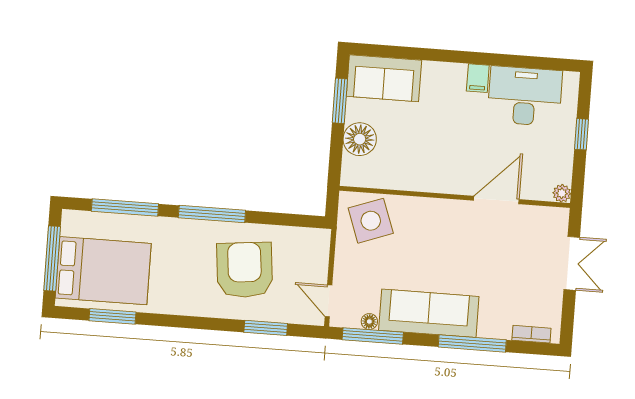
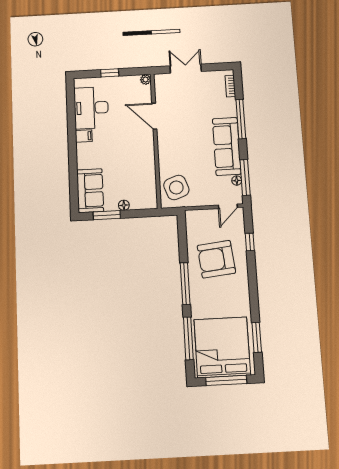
floor lamp: (360, 139) -> (124, 205), width x0.53, depth x0.53
bed: (103, 271) -> (222, 347), width x1.36
window: (266, 328) -> (250, 242), width x0.67

